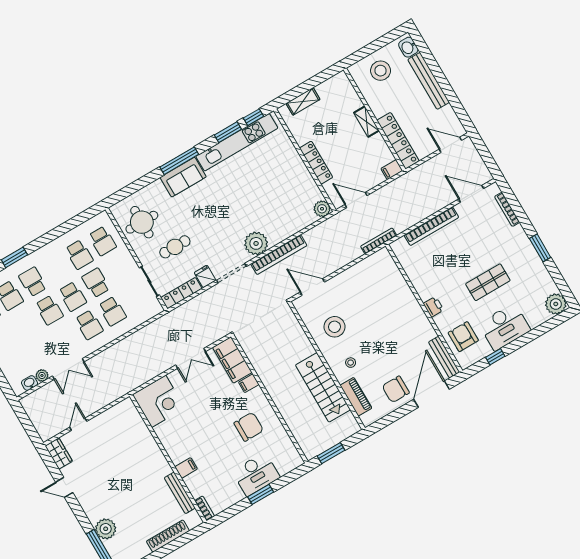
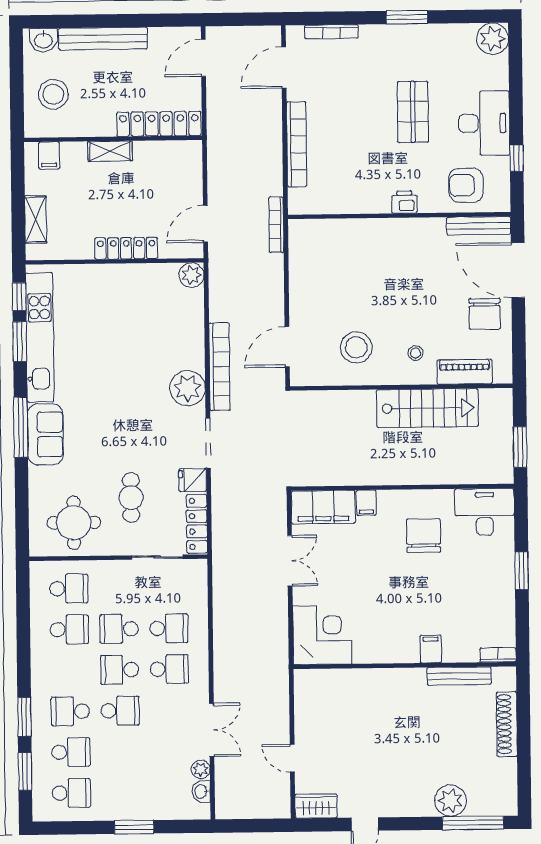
filing cabinet: (392, 170) -> (49, 155), moved
school desk: (73, 297) -> (120, 670), turned 180
desk: (256, 474) -> (485, 512), moved, turned -90

